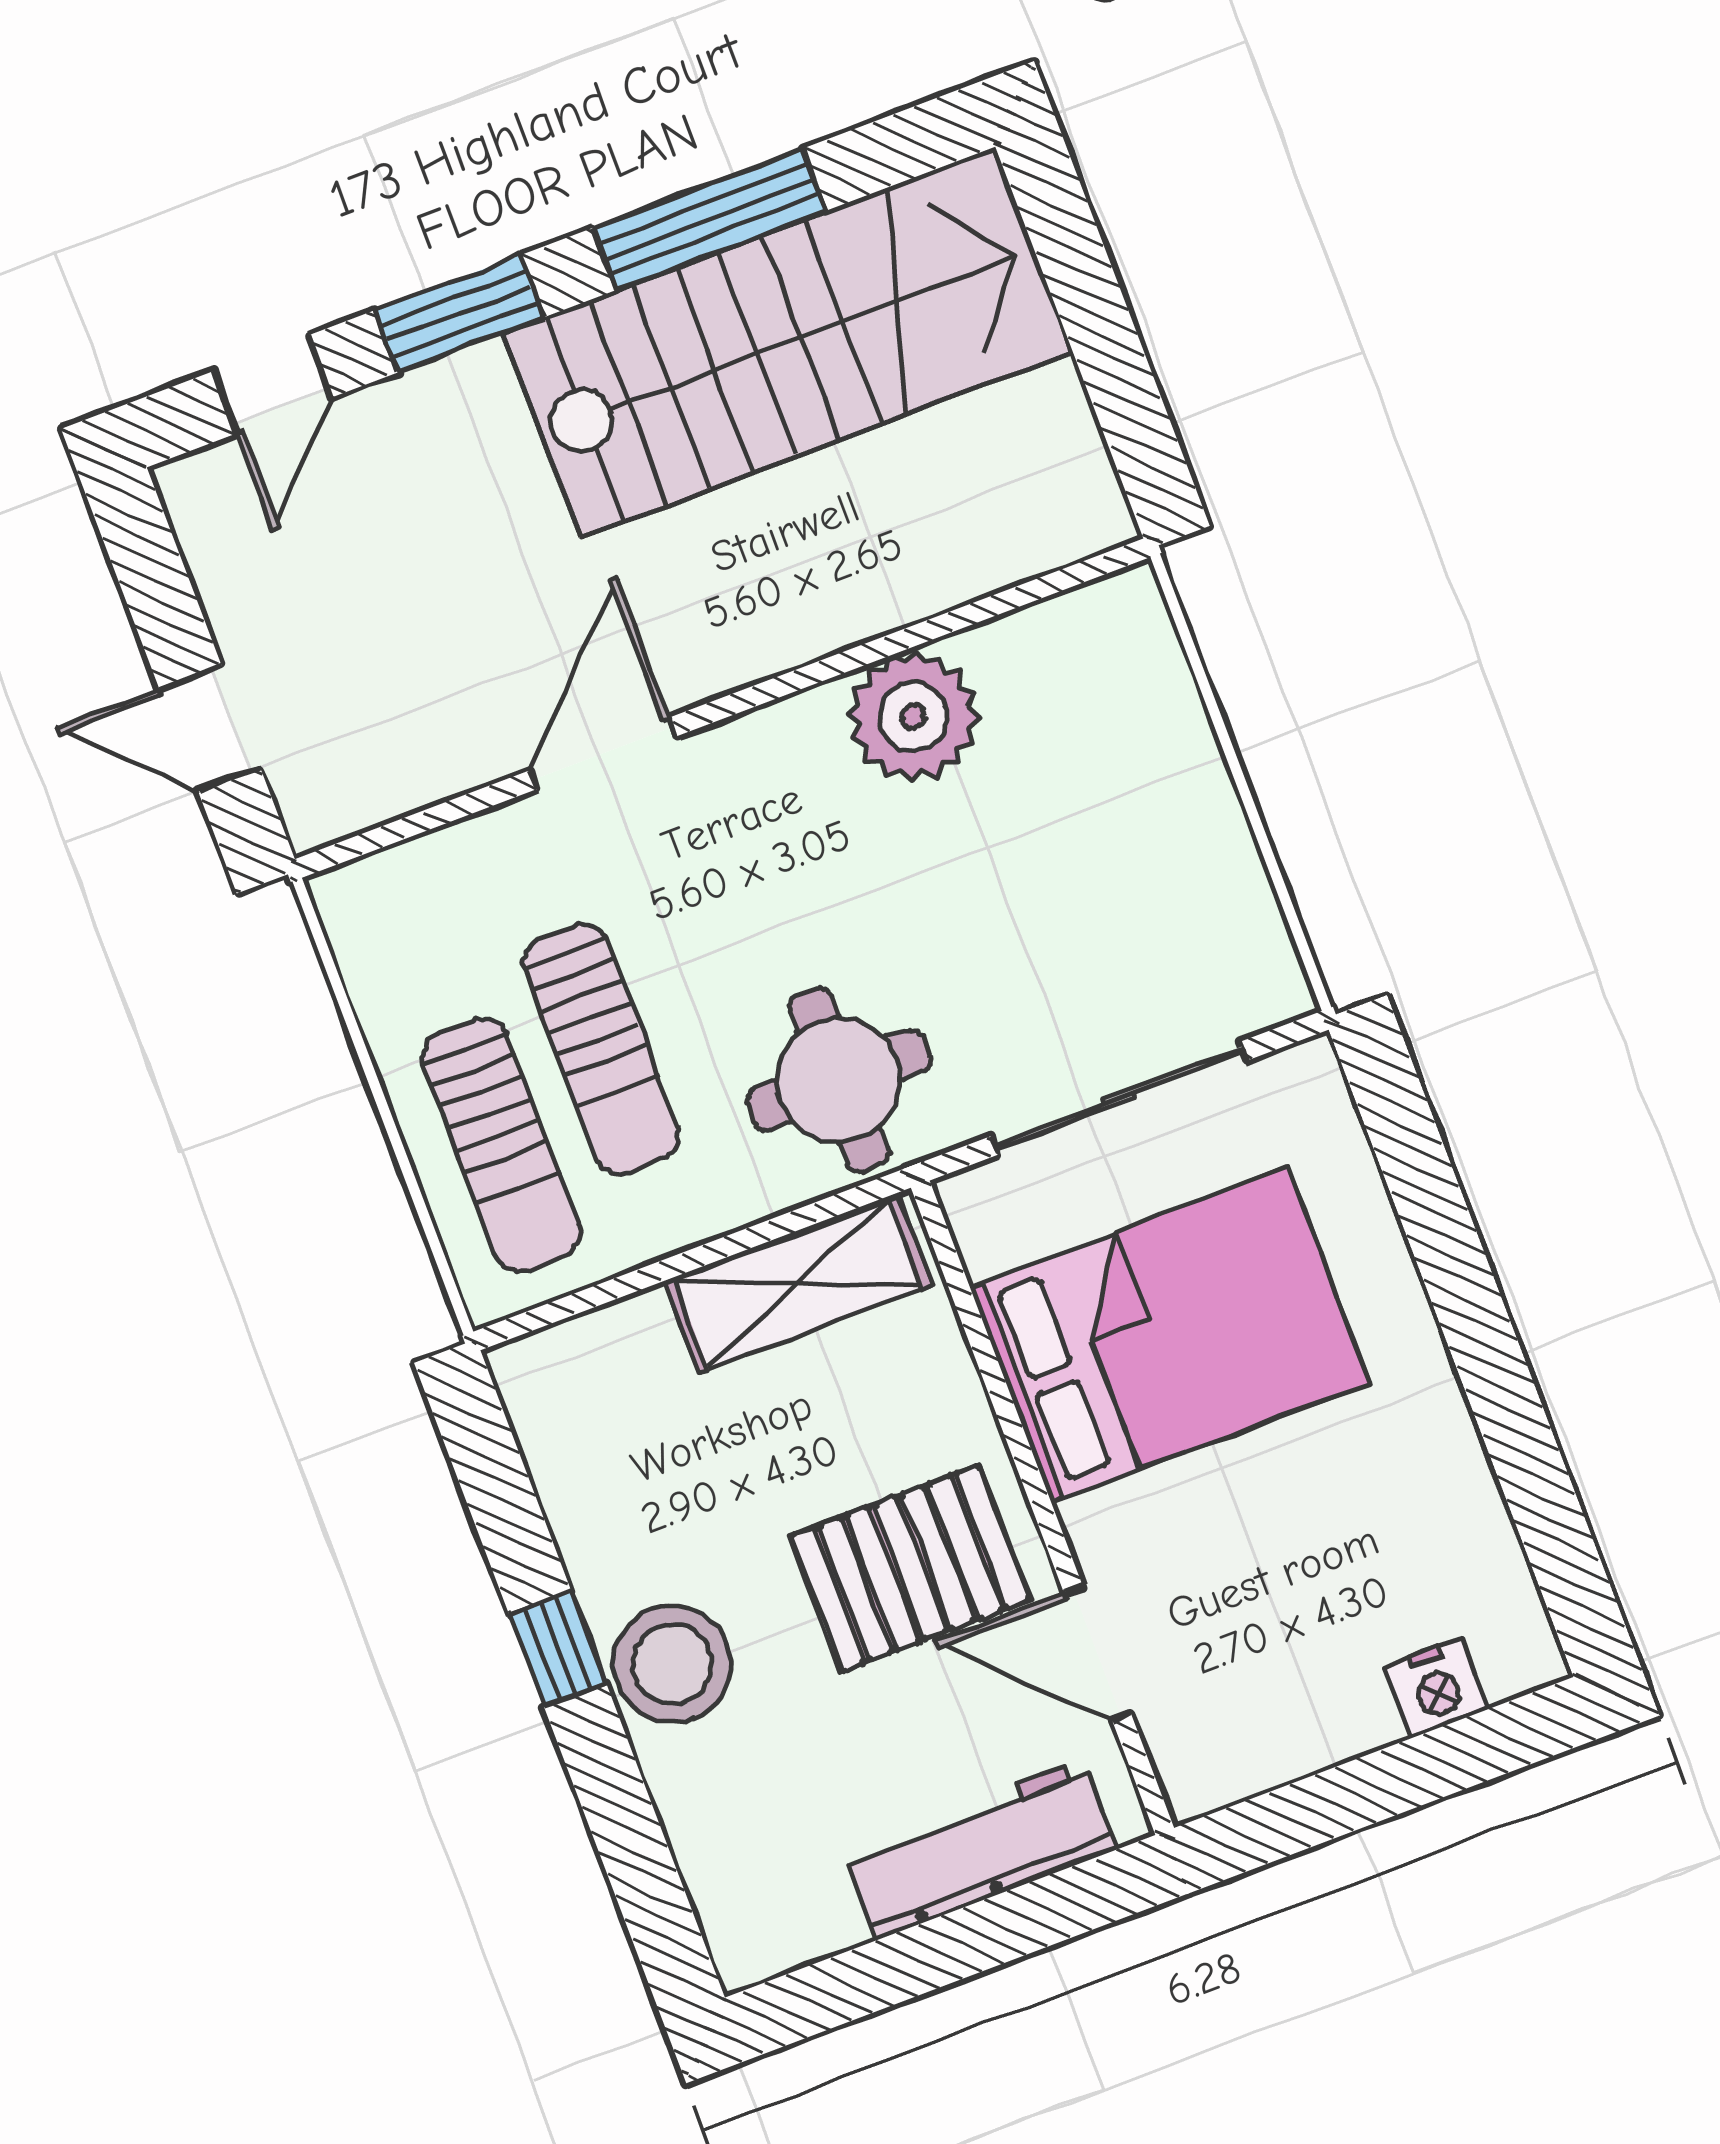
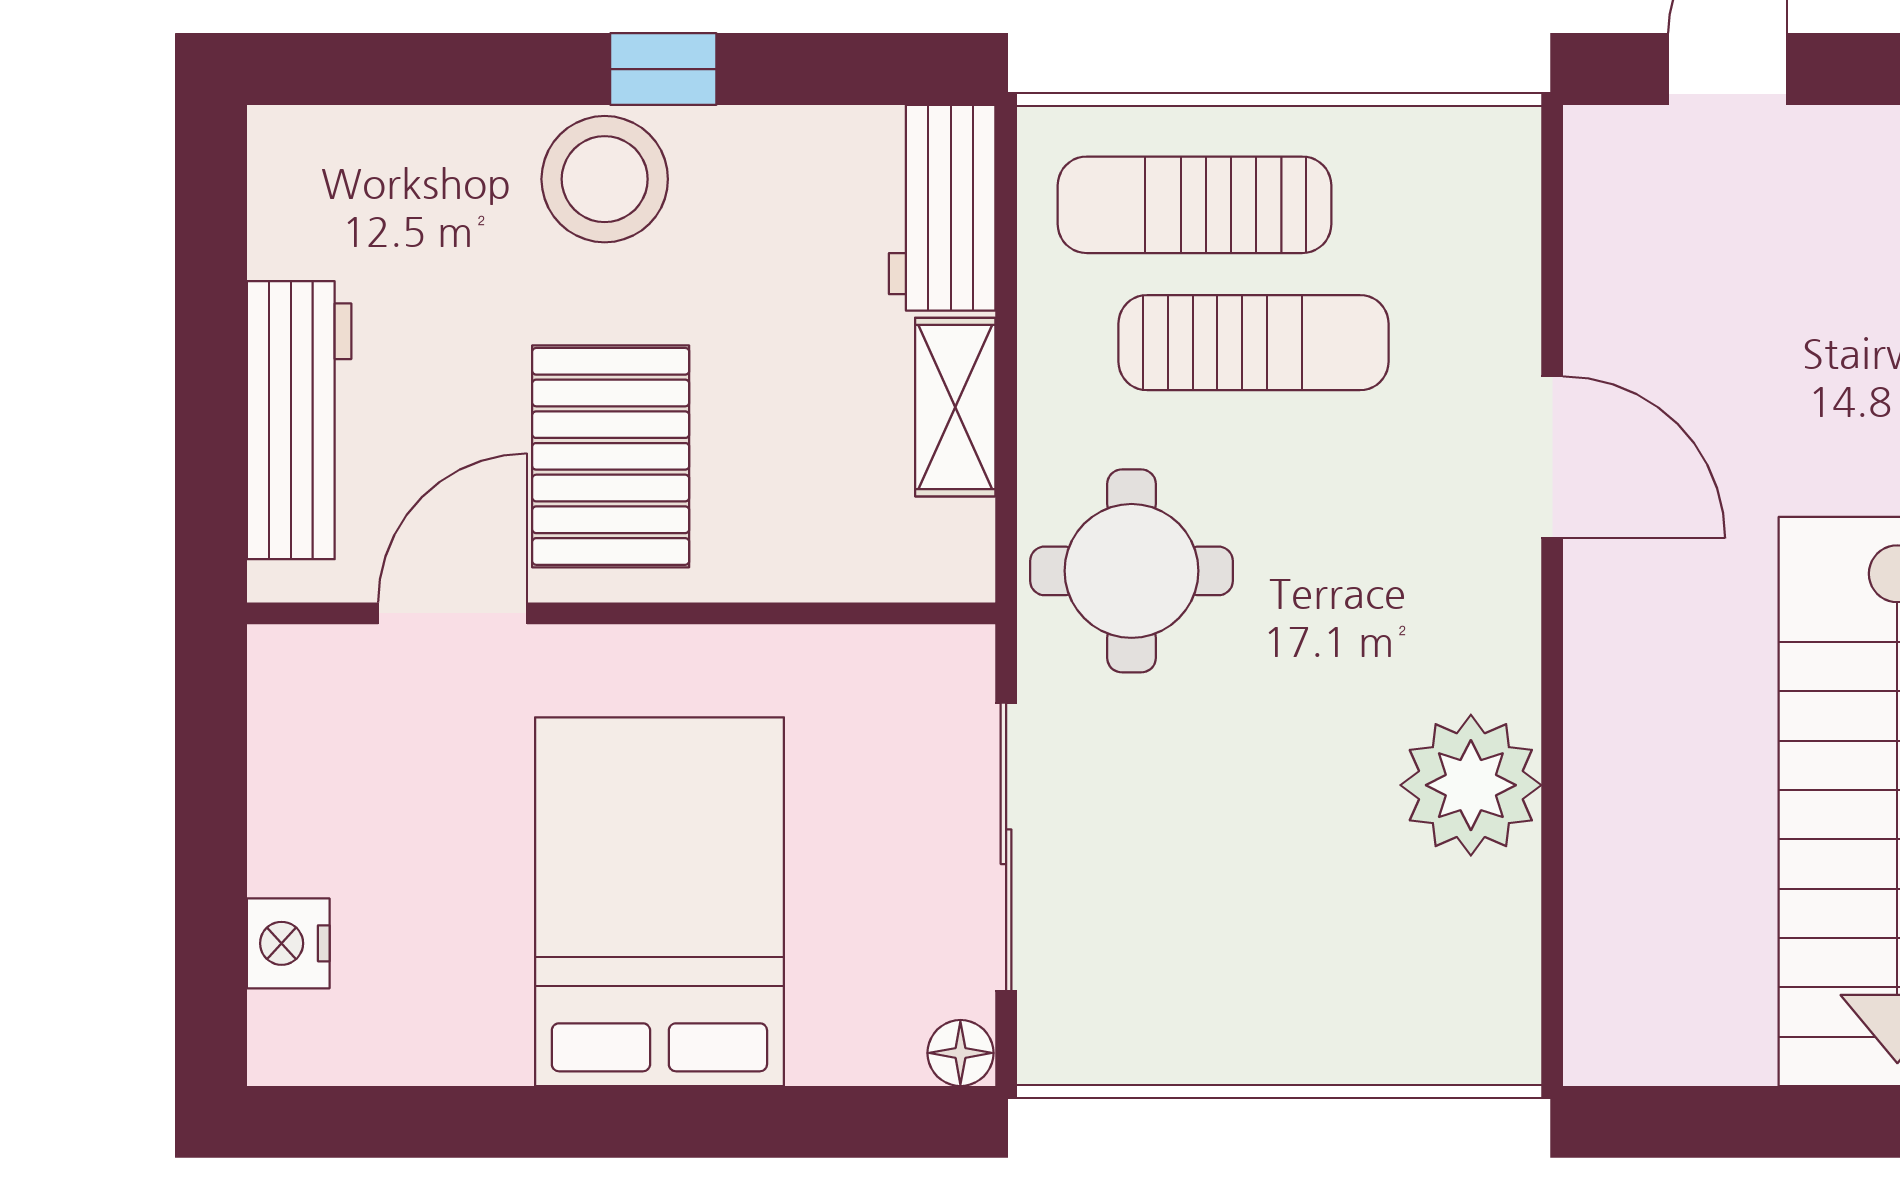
sun lounger: (602, 1049) -> (1254, 343), turned 180
floor lamp: (1312, 1070) -> (960, 1053), added
shelving: (798, 1283) -> (955, 407), width x0.67, depth x0.75
bed: (1170, 1335) -> (659, 902), moved, turned 180
workbench: (587, 1363) -> (942, 208), added

